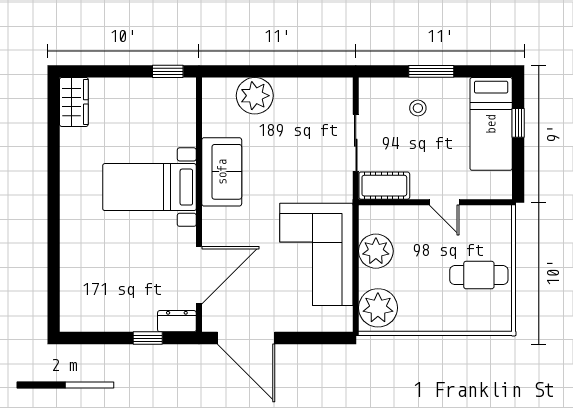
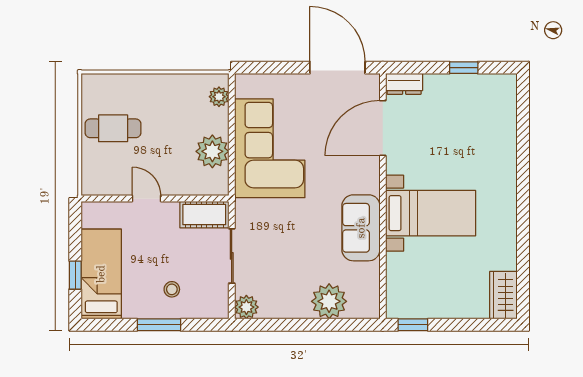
plant: (341, 90) -> (246, 307), added
plant: (378, 308) -> (219, 97), width x0.53, depth x0.53
window: (148, 338) -> (464, 68), moved

